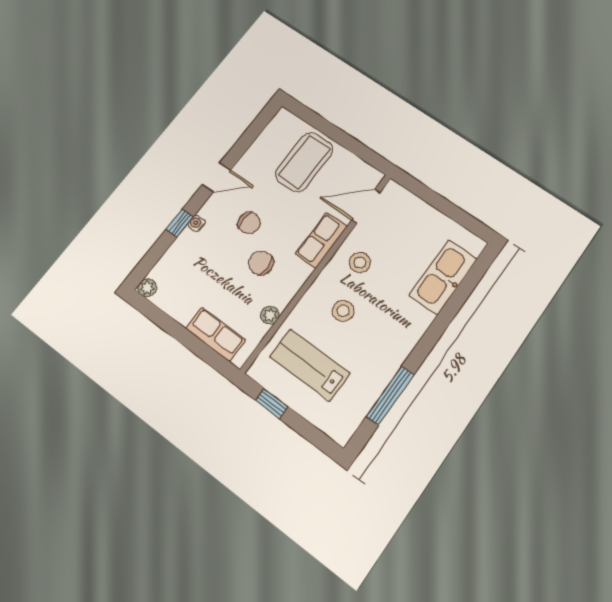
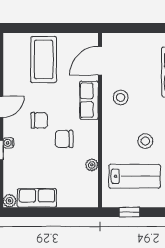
stool: (343, 311) -> (145, 141), moved
row of seats: (215, 334) -> (37, 198), moved
lab bench: (310, 365) -> (135, 176), turned 180

